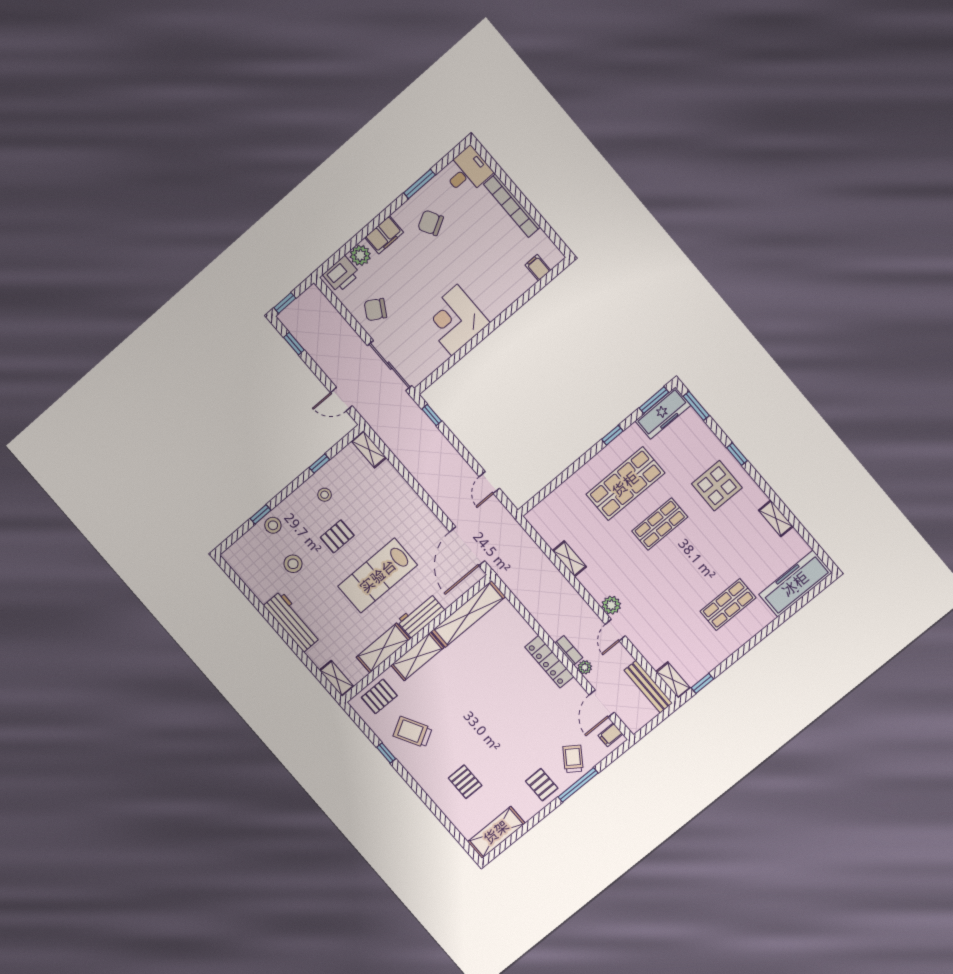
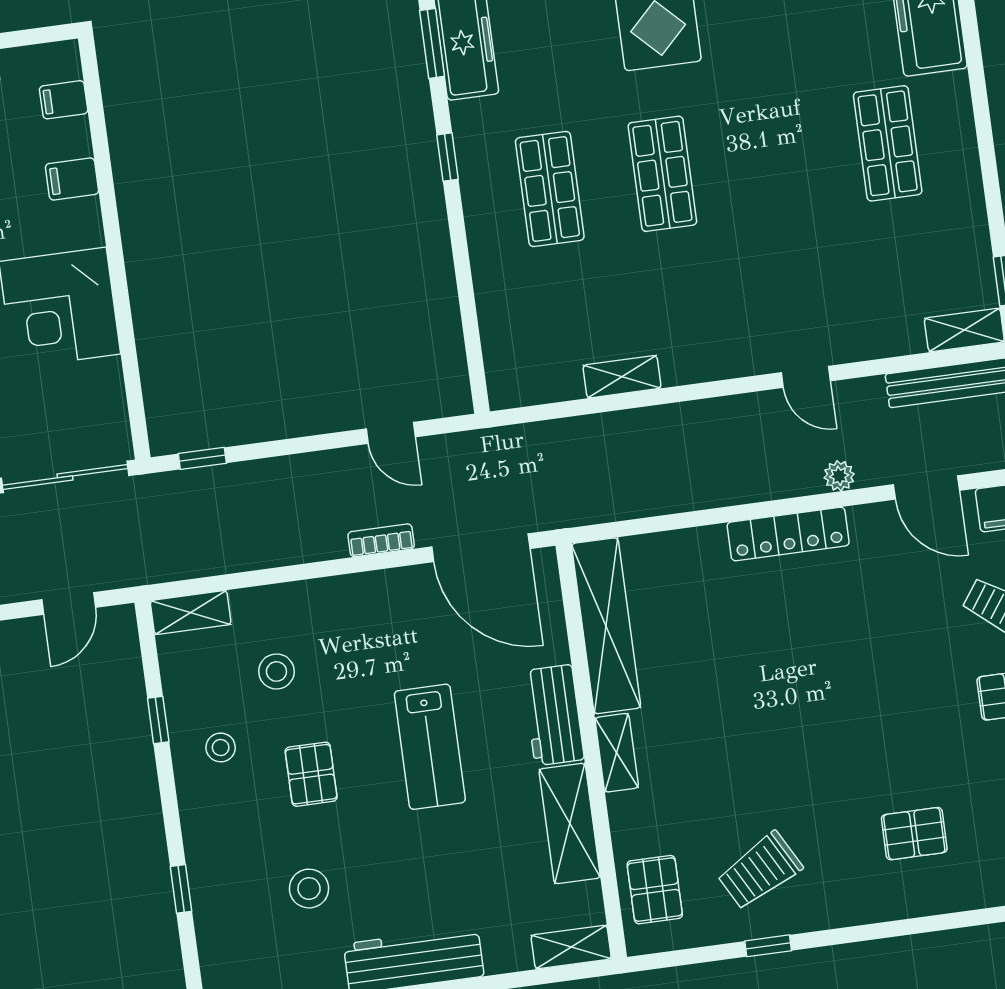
filing cabinet: (509, 292) -> (72, 179), added
shop shelf: (625, 484) -> (550, 189), width x0.70, depth x0.74
stool: (273, 525) -> (276, 671), moved
lab bench: (378, 576) -> (430, 747), width x0.73, depth x0.72
plant: (611, 605) -> (755, 355), removed
bookcase: (569, 650) -> (381, 540), moved
shelving: (417, 656) -> (617, 753), width x0.67, depth x0.75

